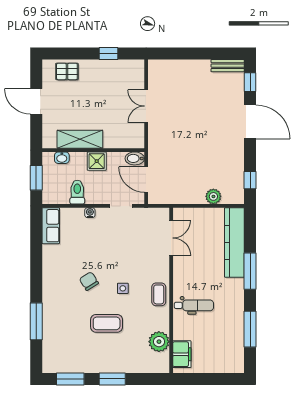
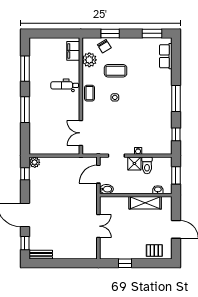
shower: (97, 161) -> (134, 163), moved
door: (146, 180) -> (98, 174), swing flipped
plant: (213, 196) -> (35, 162), moved
row of seats: (51, 226) -> (166, 56), moved
window: (36, 236) -> (176, 134), added
kitchen counter: (234, 242) -> (36, 130), removed
chair: (89, 281) -> (104, 46), moved
window: (36, 321) -> (176, 98), moved
coffee table: (107, 323) -> (116, 71), moved
window: (112, 379) -> (110, 33), moved

